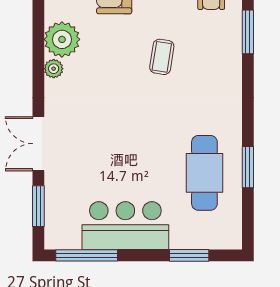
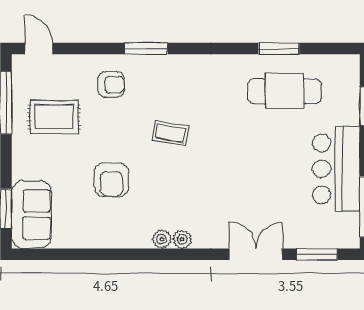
plant: (62, 39) -> (162, 239), width x0.53, depth x0.53
double door: (38, 144) -> (256, 254), swing flipped

